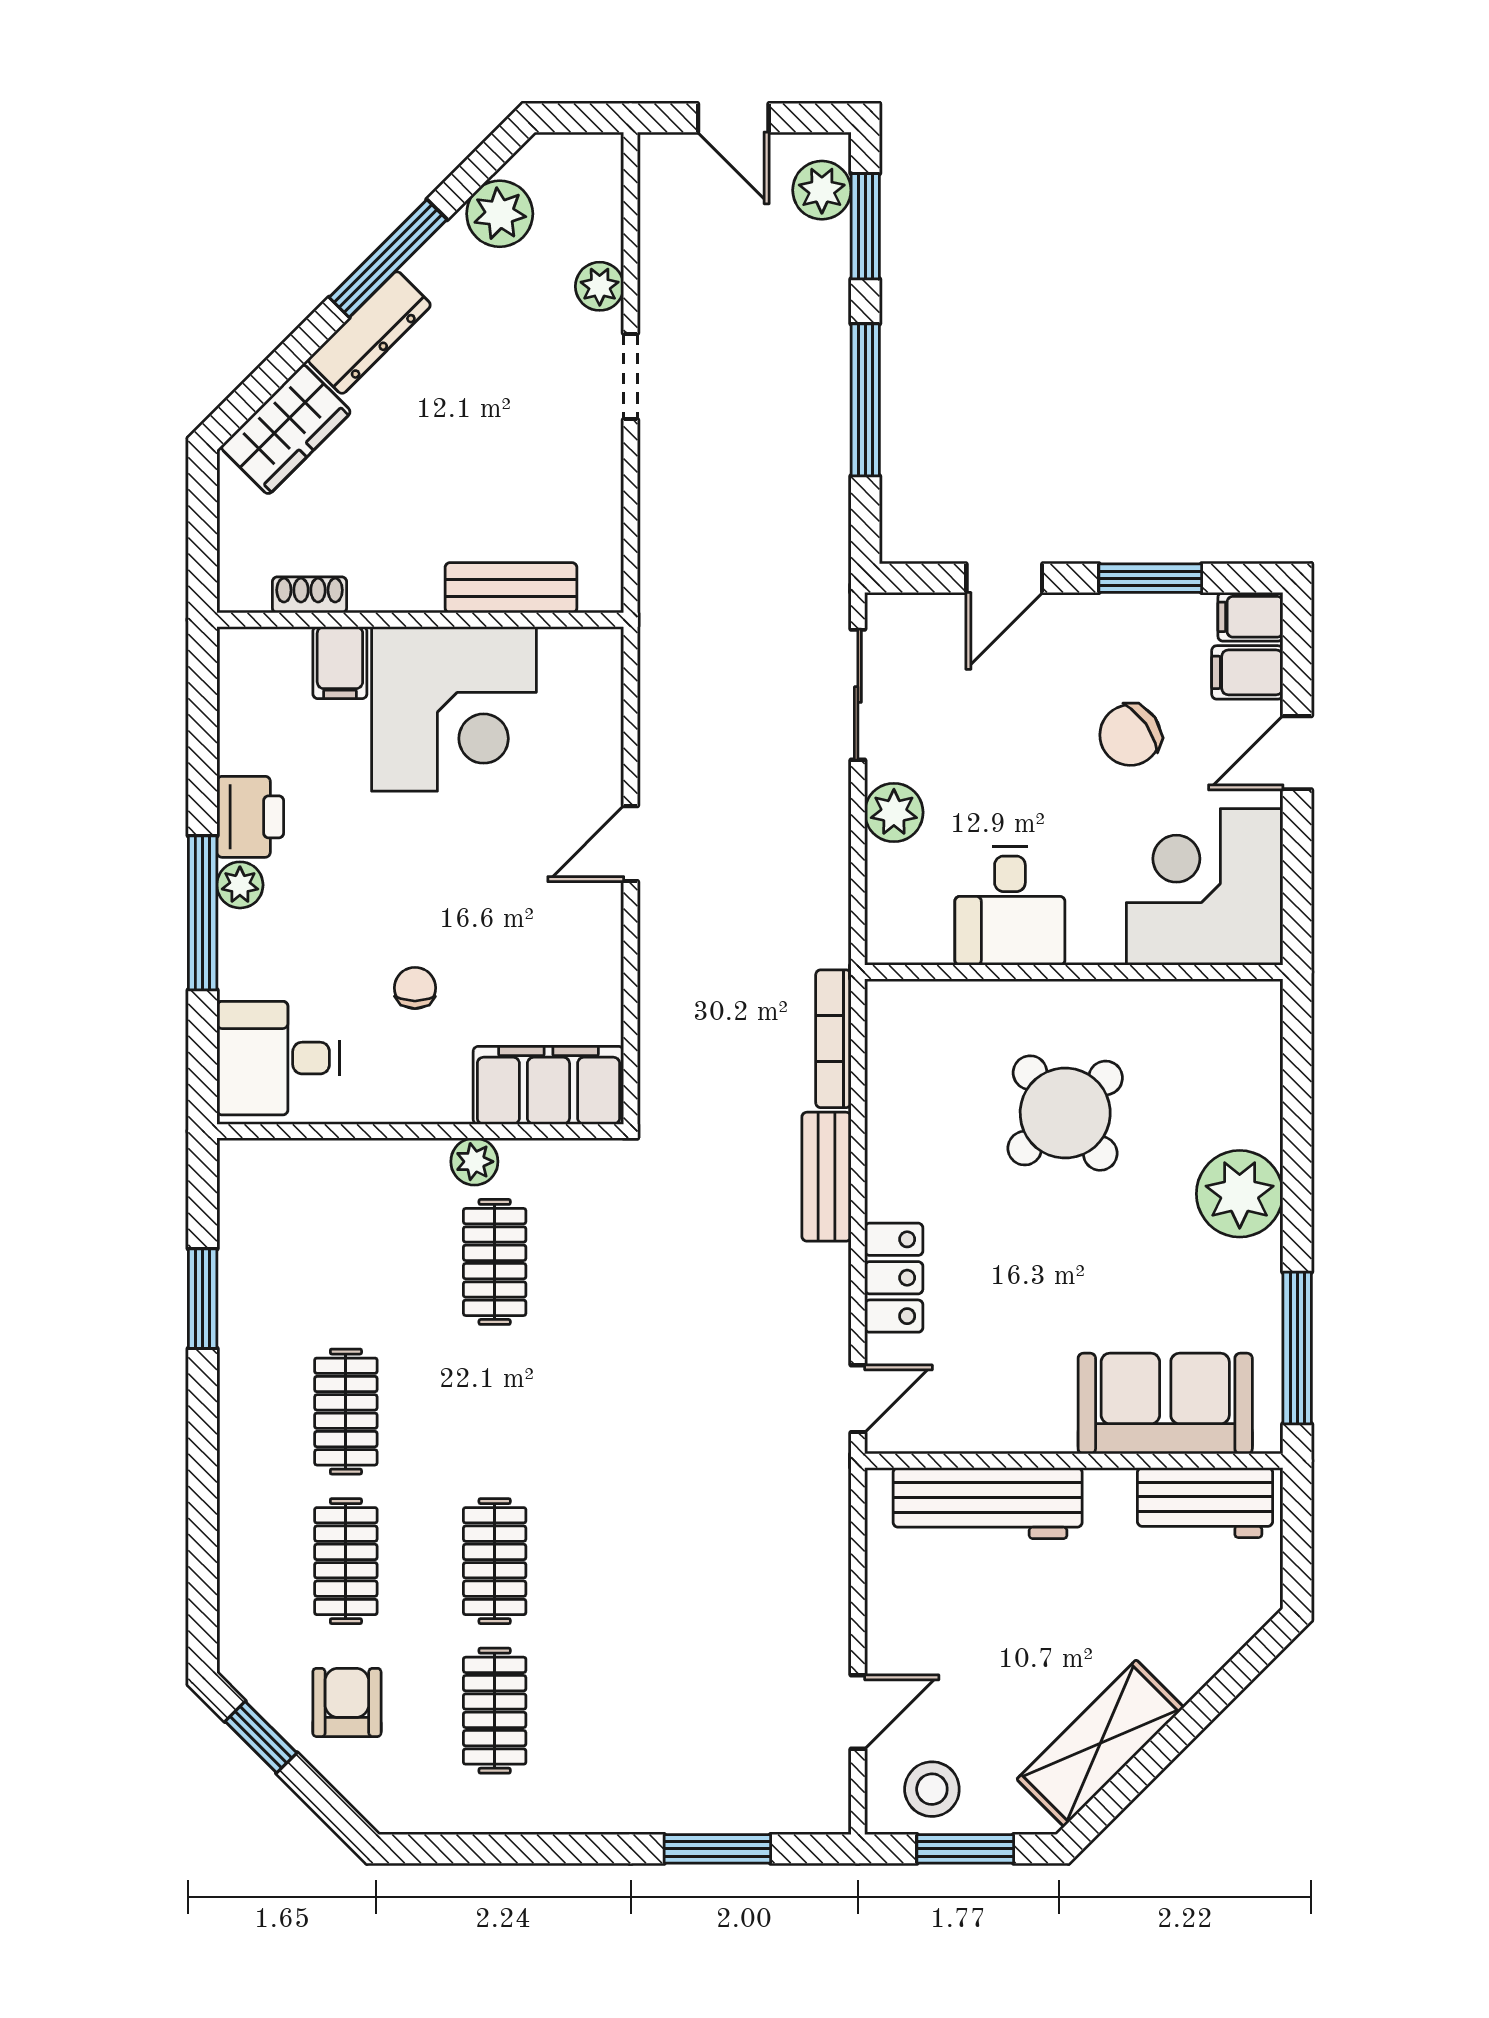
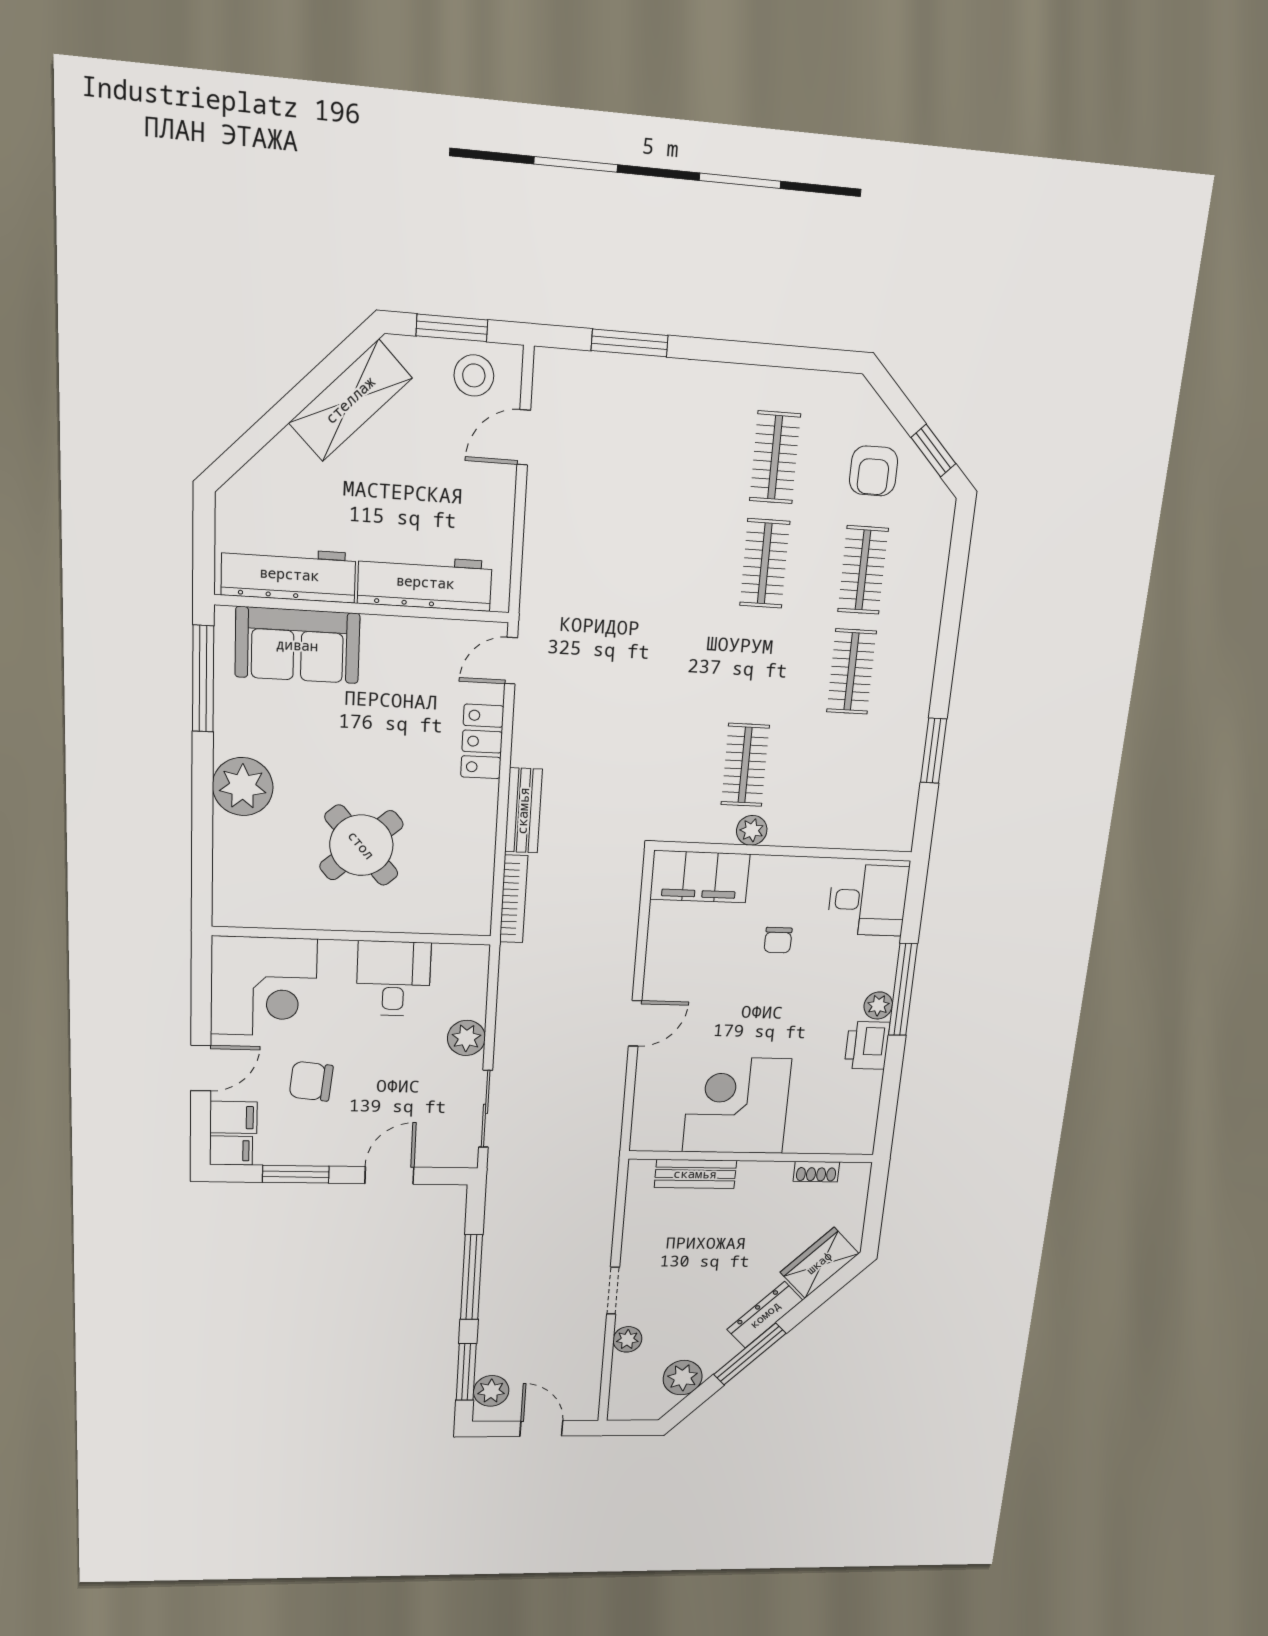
filing cabinet: (340, 663) -> (803, 1133), removed
chair: (1130, 735) -> (311, 1081), turned -139
workbench: (1205, 1503) -> (289, 574), width x1.37

